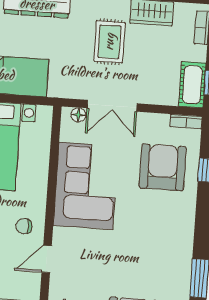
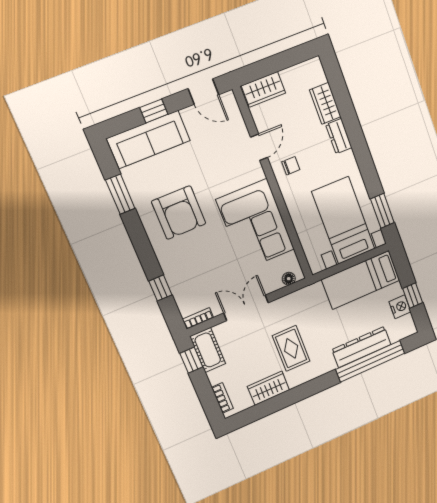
double door: (112, 106) -> (246, 308), moved
armchair: (163, 167) -> (179, 213), moved

